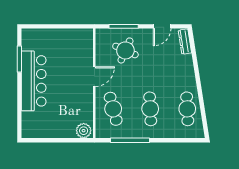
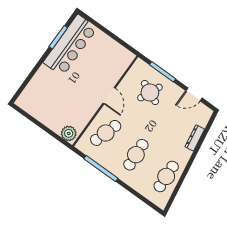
dresser: (185, 42) -> (195, 138), moved
door: (94, 77) -> (109, 96), hinge flipped
bar counter: (34, 81) -> (70, 45), moved
cafe table: (113, 109) -> (106, 133), turned 33

